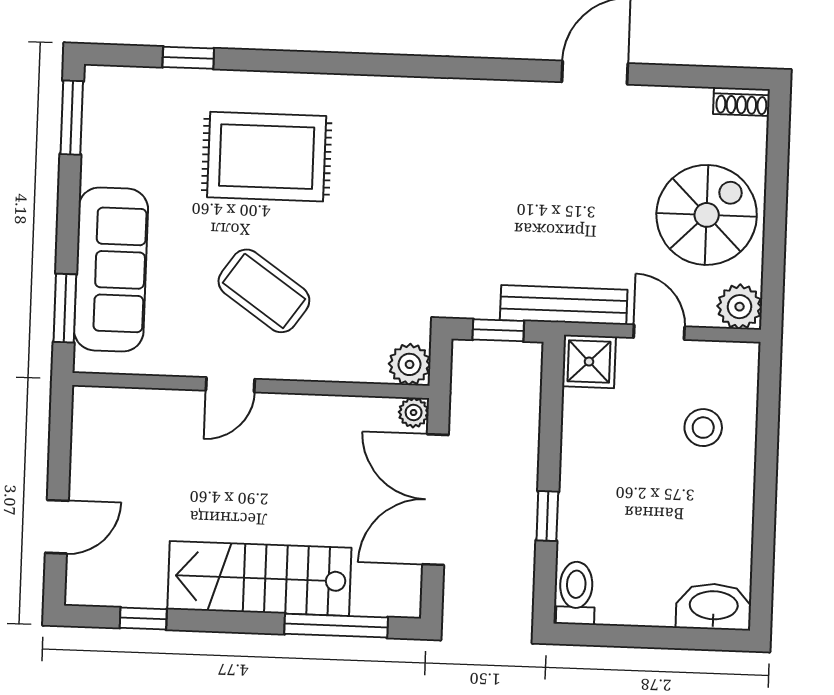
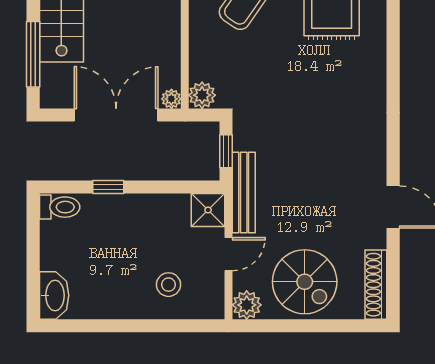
shoe rack: (742, 102) -> (376, 285), width x1.94, depth x1.24

